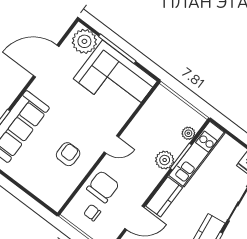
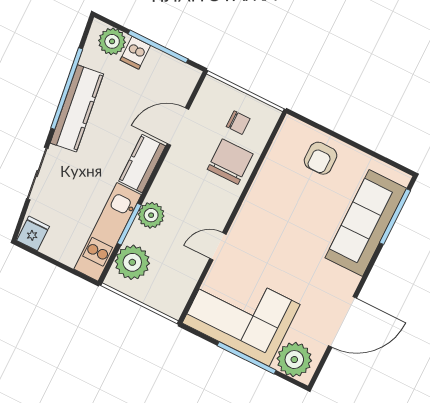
plant: (188, 133) -> (132, 262), width x1.87, depth x1.87
door: (111, 144) -> (218, 246), moved
armchair: (68, 154) -> (321, 158), moved
chair: (103, 187) -> (230, 162), turned 180

